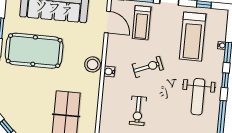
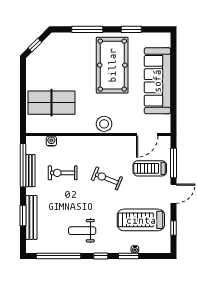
exercise bike: (148, 67) -> (107, 178), turned 134
water cooler: (109, 72) -> (51, 141), moved
weight bench: (198, 97) -> (82, 231), width x0.73, depth x0.75

